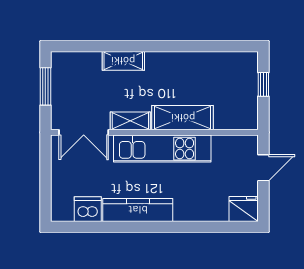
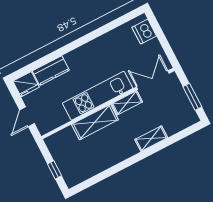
dishwasher: (88, 209) -> (144, 32), moved, turned 90
kitchen counter: (138, 210) -> (51, 71), moved, width x0.67

